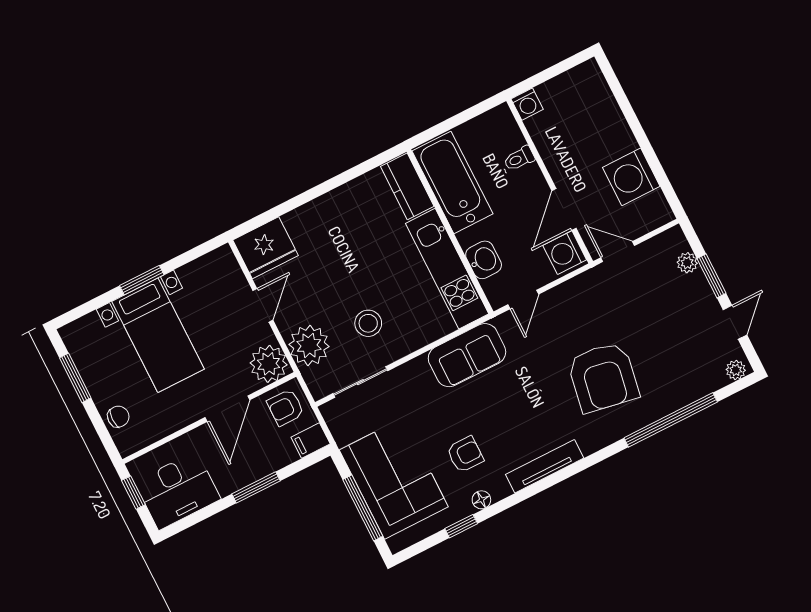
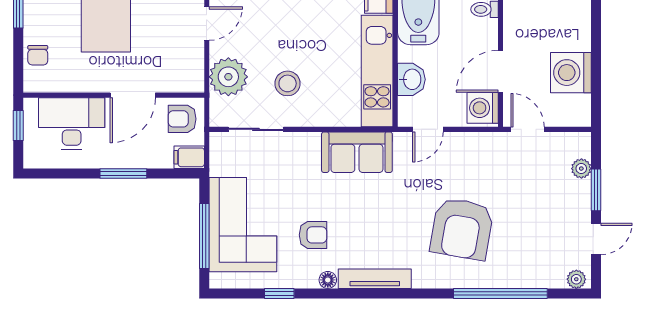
plant: (269, 364) -> (187, 75), removed
chair: (118, 417) -> (38, 55), turned 90
desk: (178, 491) -> (72, 124), moved, turned 180
floor lamp: (481, 500) -> (328, 280), moved

